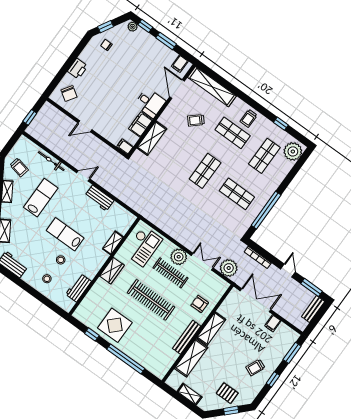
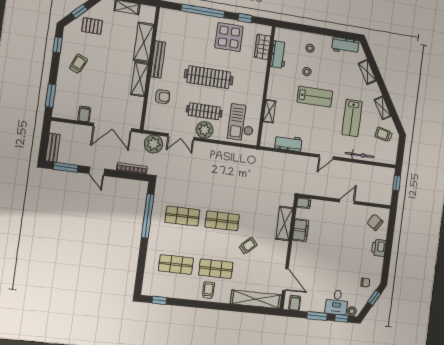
desk: (150, 103) -> (337, 302), moved, turned -90
trolley: (196, 120) -> (248, 246), moved
window: (281, 124) -> (159, 300), moved
plant: (293, 151) -> (152, 283), removed
shop shelf: (264, 156) -> (176, 265), turned 90
shop shelf: (205, 171) -> (222, 221), turned 90
workbench: (99, 198) -> (288, 143), moved
wardrobe: (112, 271) -> (263, 47), moved
window: (273, 379) -> (58, 45), moved

